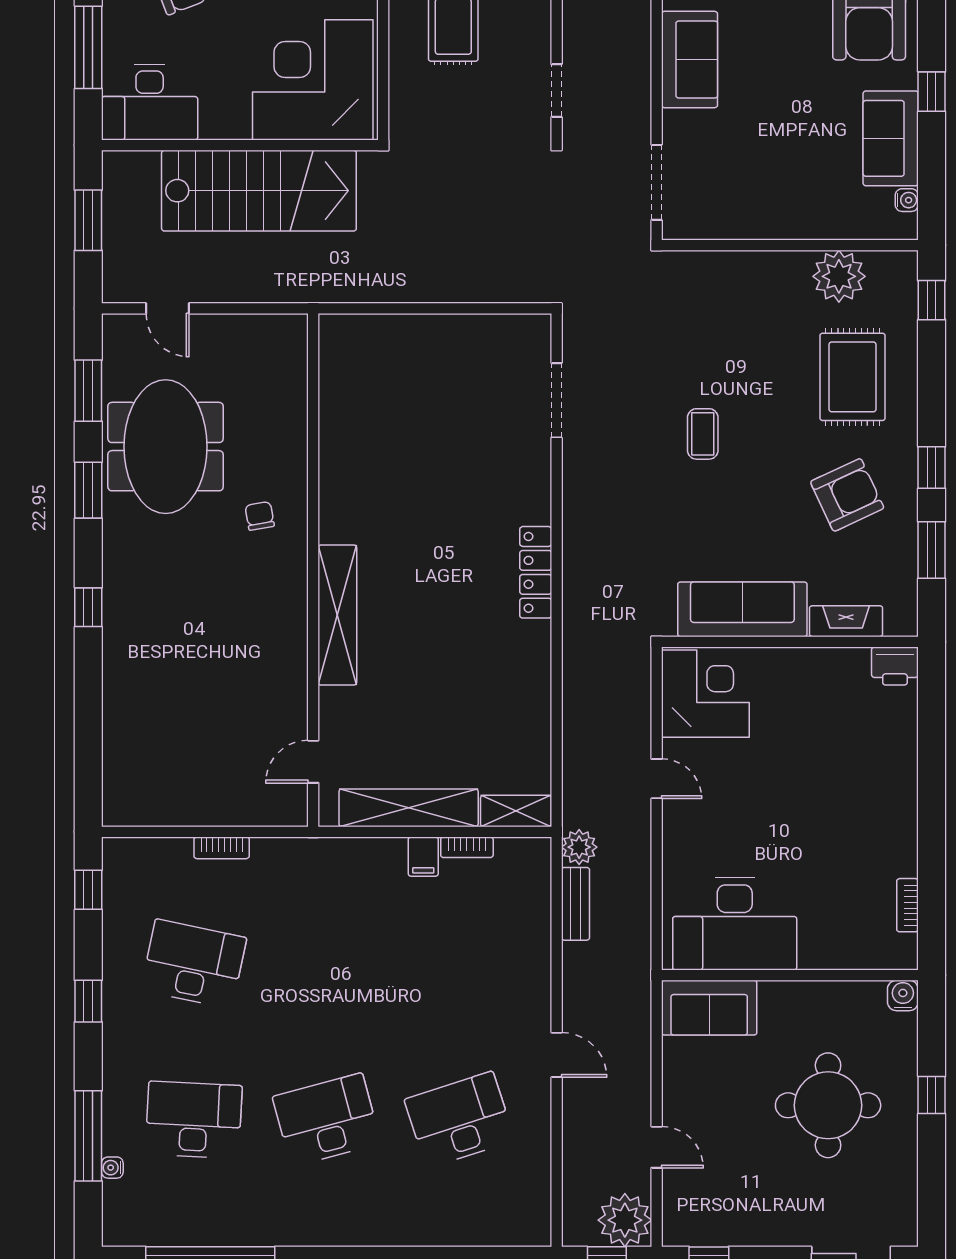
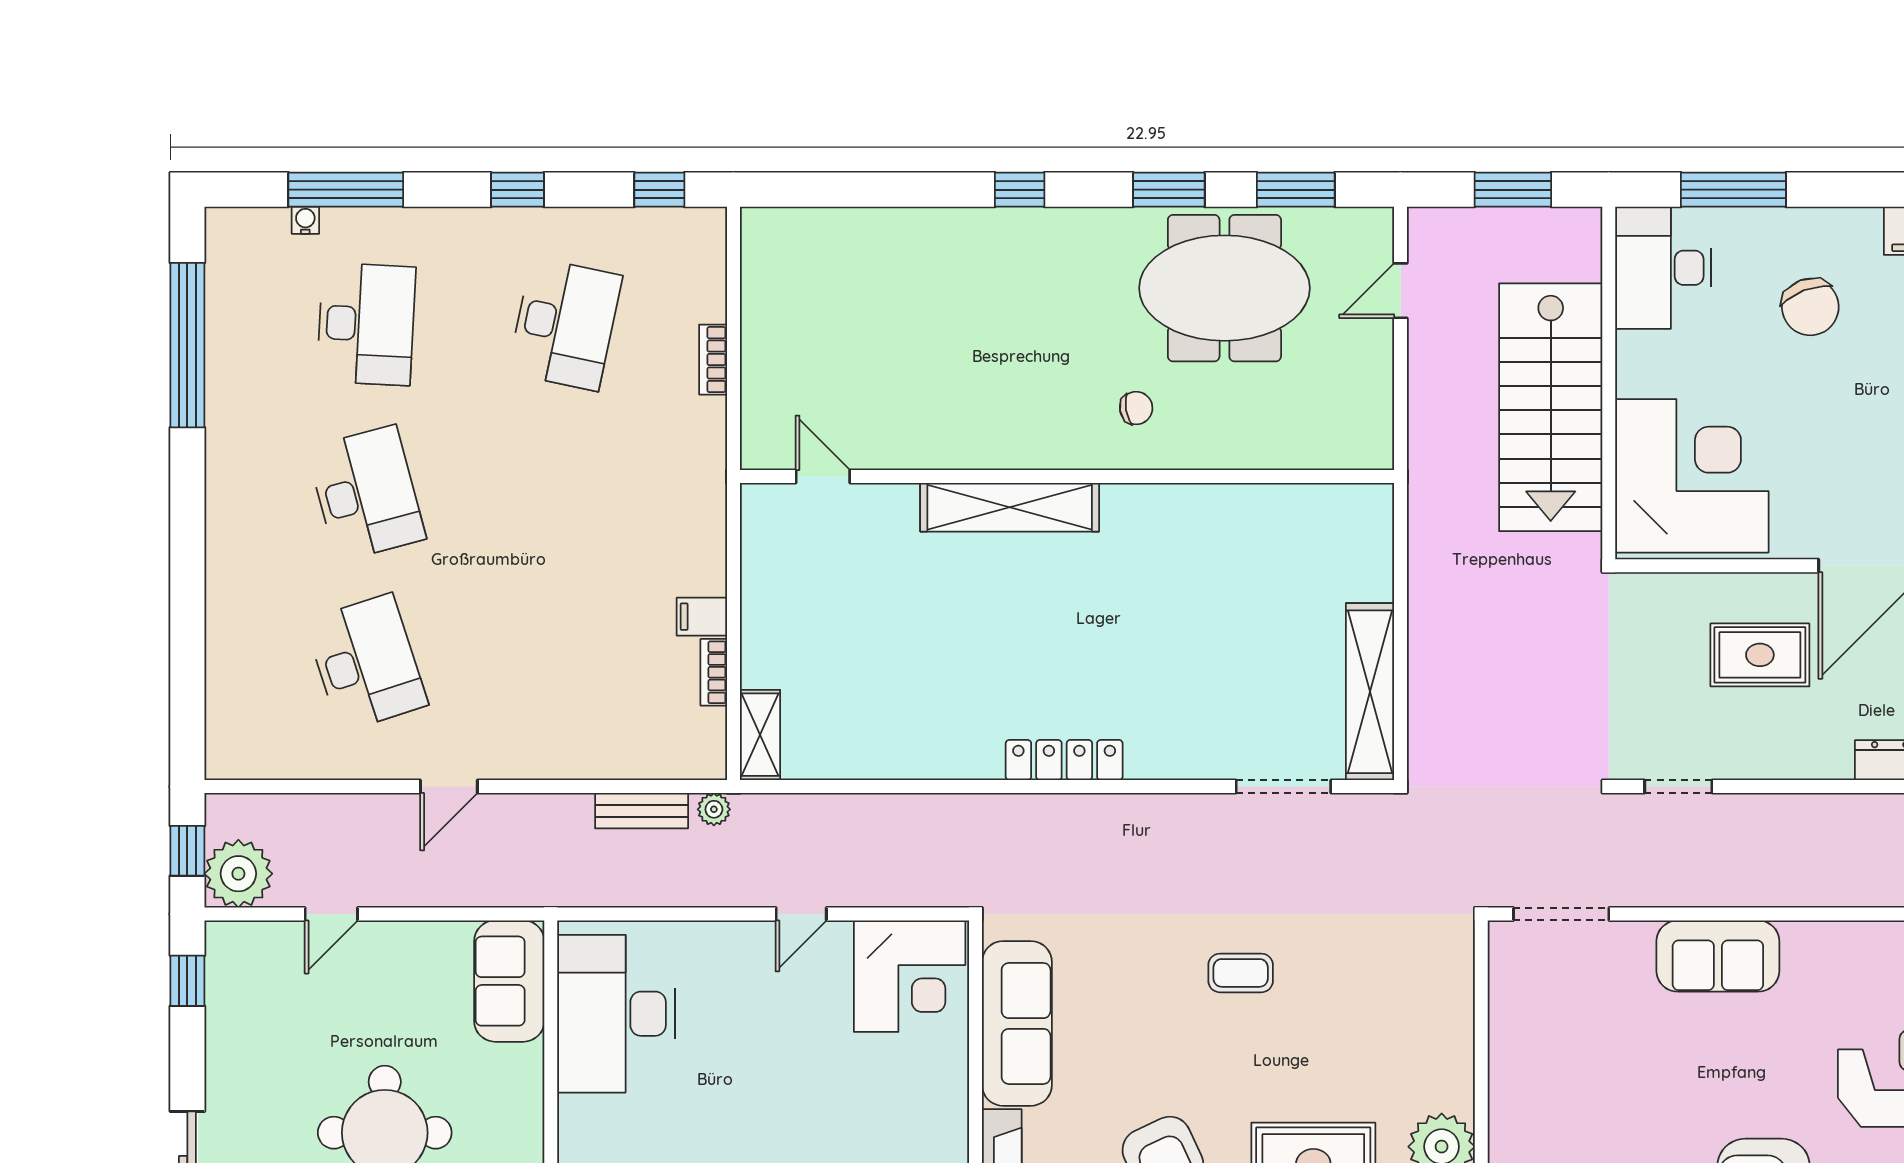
shelving: (409, 808) -> (1370, 692), moved
plant: (579, 847) -> (714, 809), width x0.73, depth x0.73

